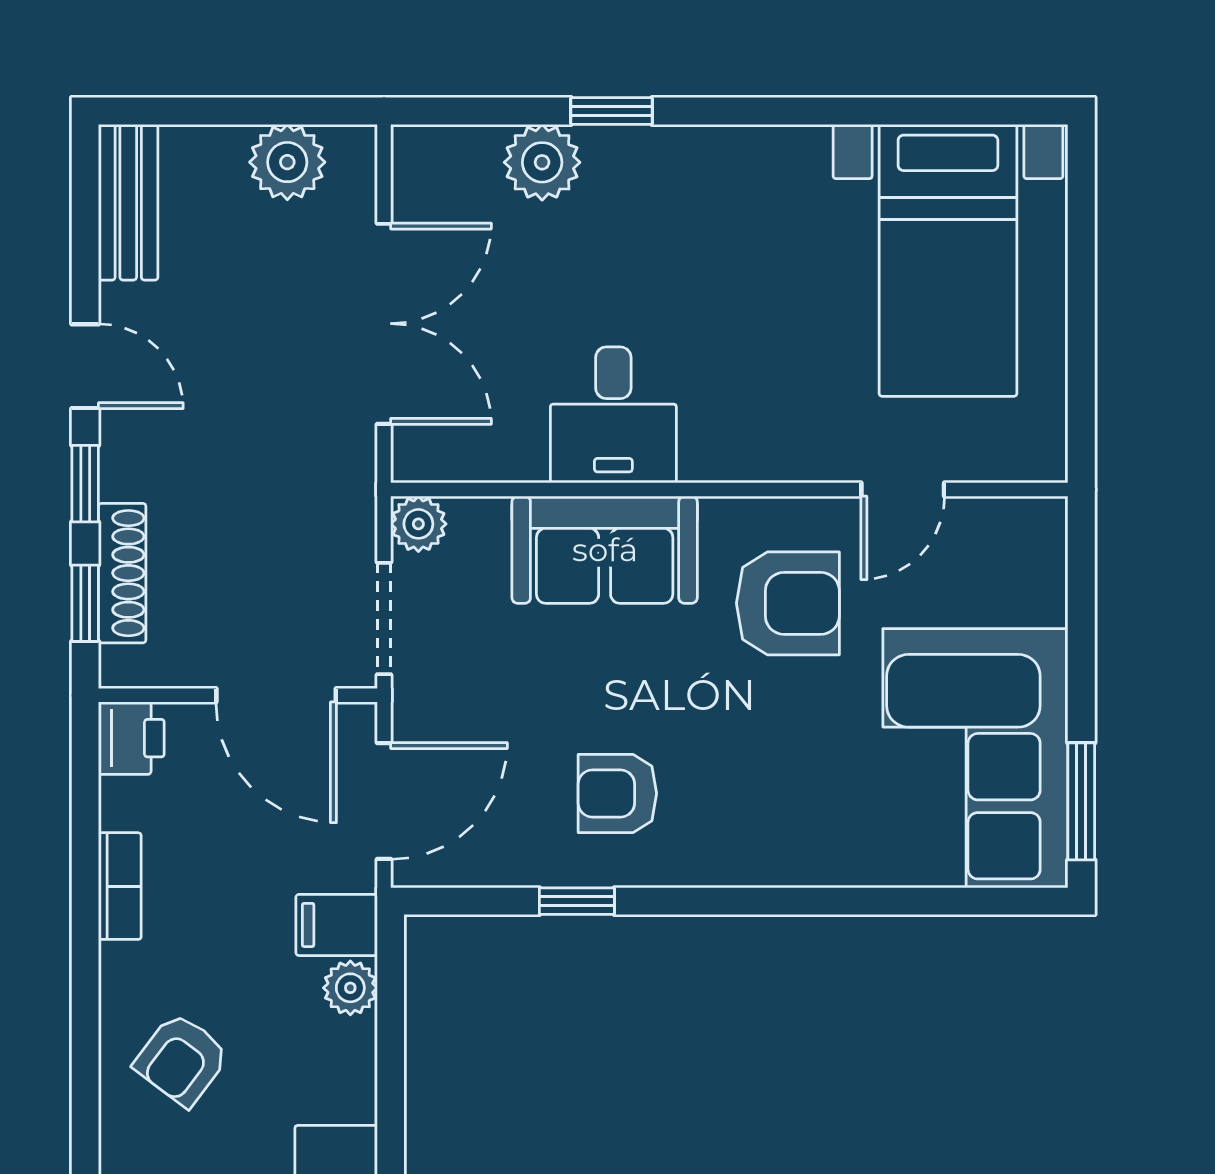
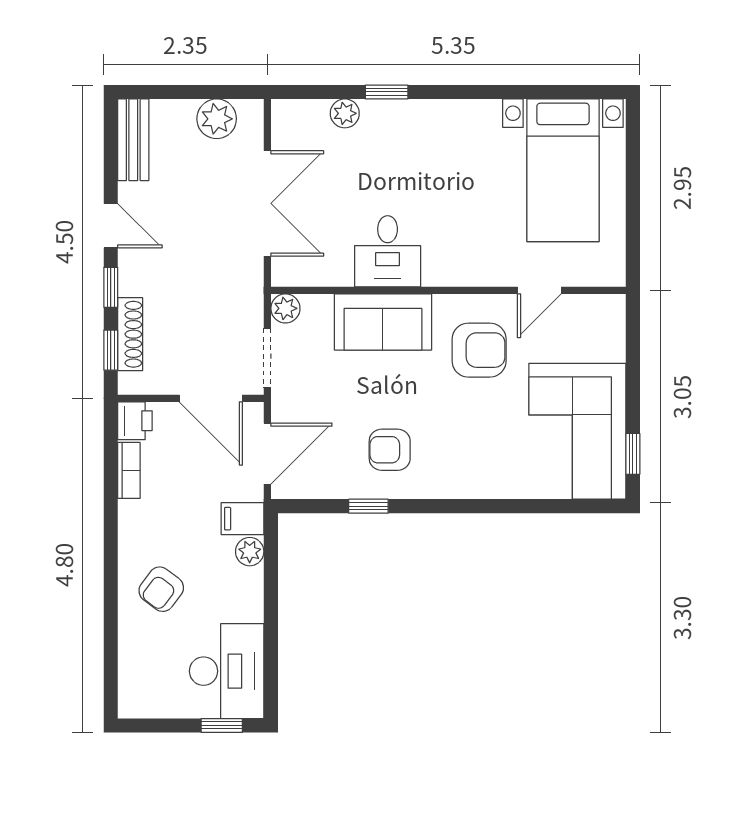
plant: (542, 162) -> (345, 113), width x0.73, depth x0.73
window: (1081, 801) -> (633, 454), width x0.67
bookcase: (120, 886) -> (129, 470), moved

